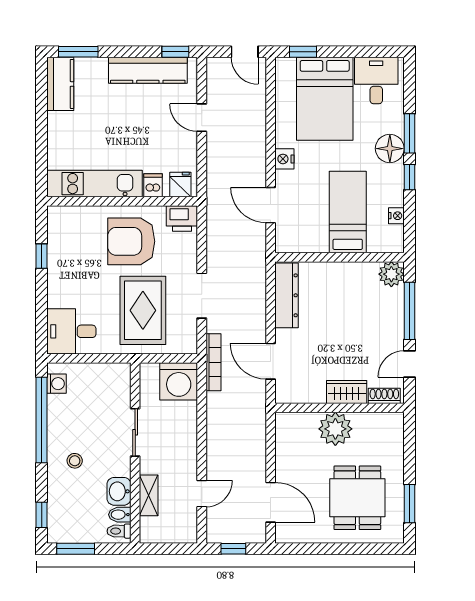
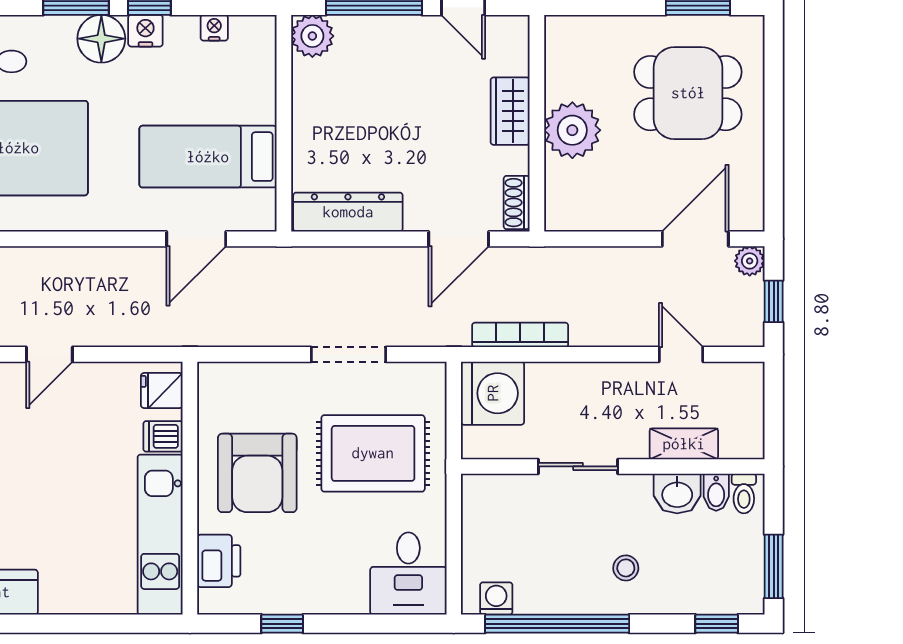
nightstand: (284, 159) -> (145, 31), moved, turned 180
bed: (348, 212) -> (208, 157), moved
printer: (182, 218) -> (219, 561), moved
bookcase: (213, 362) -> (520, 335), moved
shoe rack: (384, 396) -> (517, 203), moved
plant: (257, 535) -> (750, 261), added

